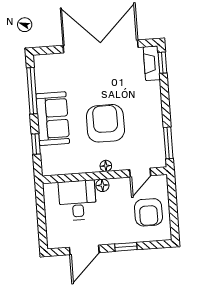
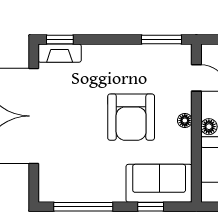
sofa: (53, 119) -> (159, 183), moved
armchair: (105, 123) -> (131, 117), turned -90

